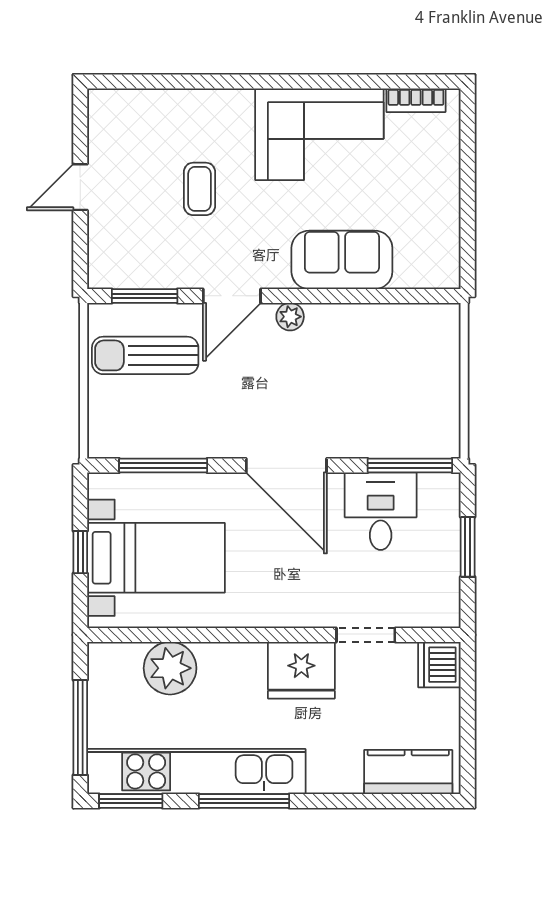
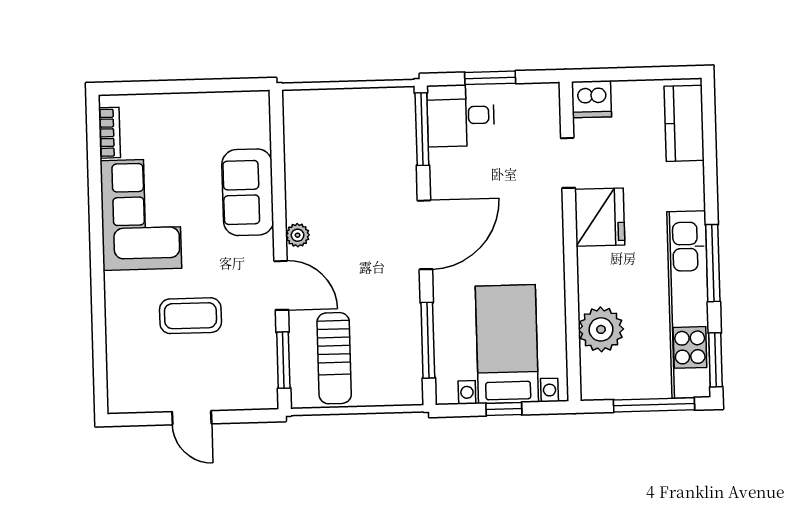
coffee table: (199, 189) -> (190, 316), width x1.36, depth x1.30
desk: (381, 511) -> (461, 115), moved

